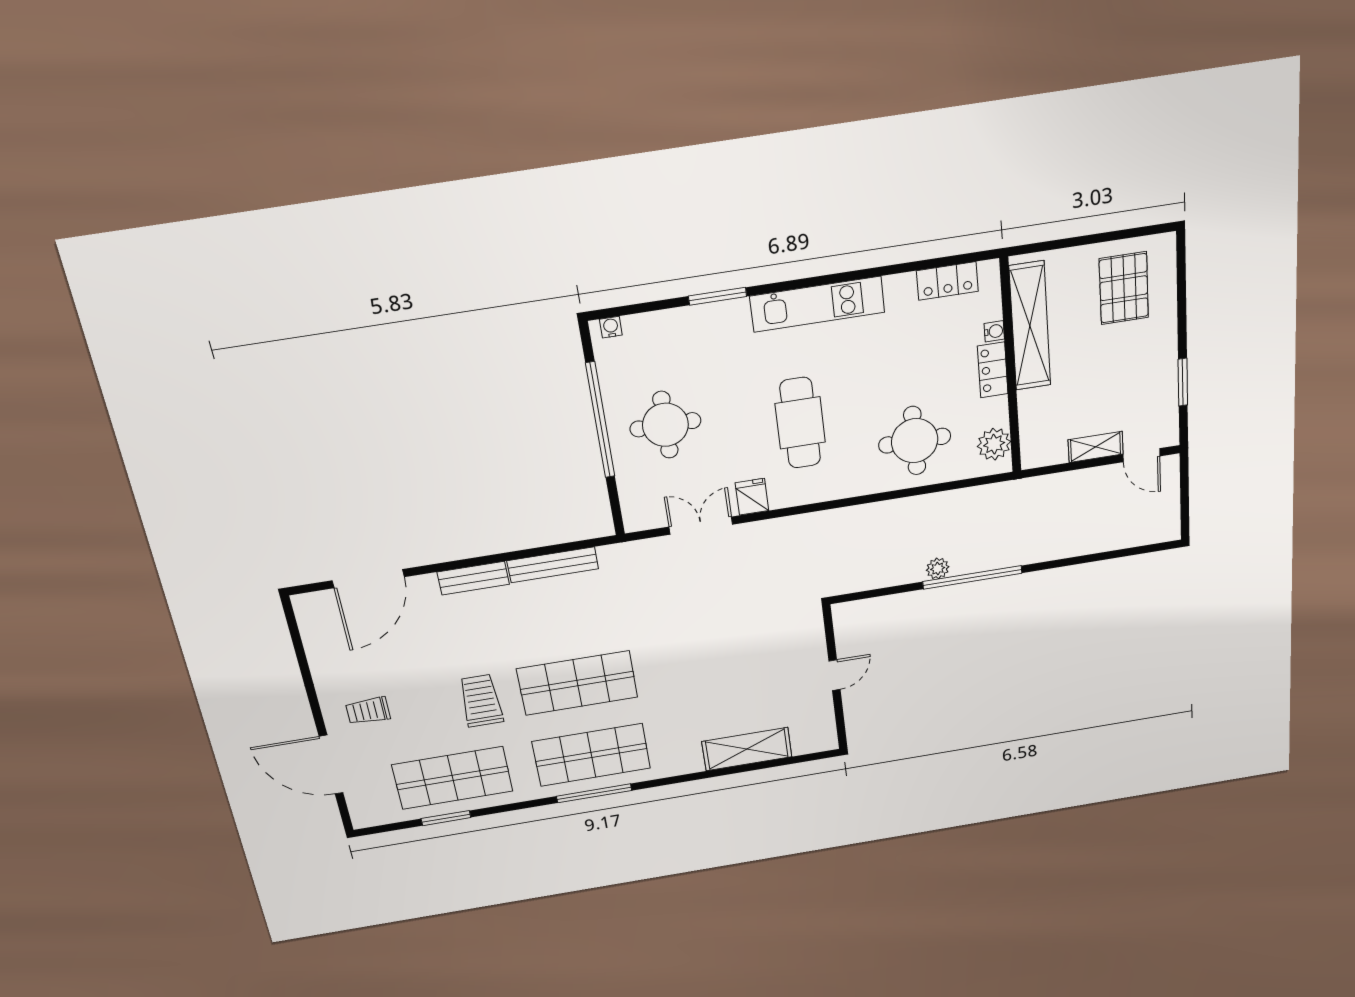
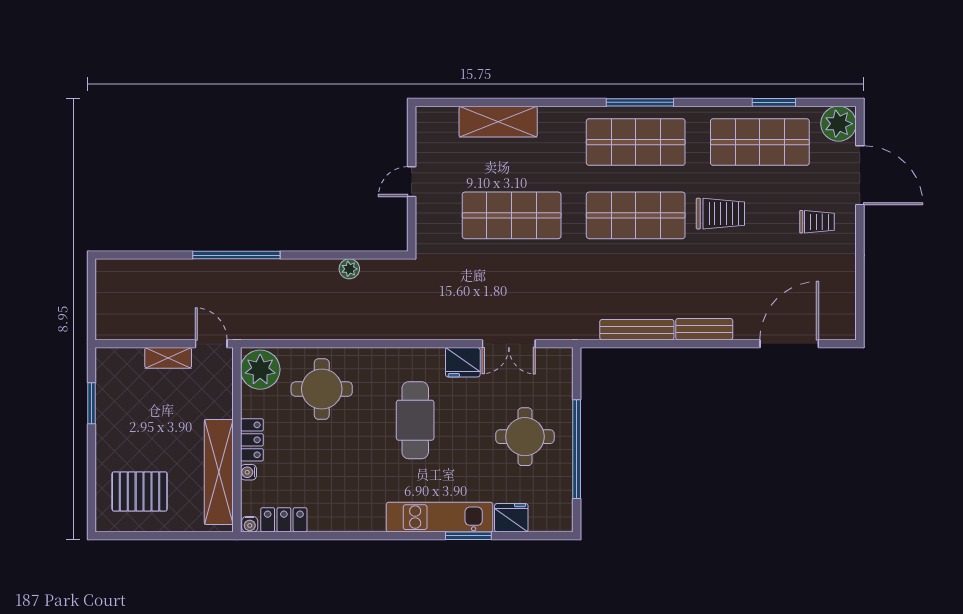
pallet: (1124, 288) -> (140, 491), turned 90
kitchen unit: (817, 304) -> (440, 517), moved
fridge: (667, 326) -> (511, 518), added
water cooler: (611, 327) -> (250, 524), moved
plant: (994, 444) -> (260, 370), width x1.36, depth x1.36
door: (1141, 455) -> (211, 344), moved
fridge: (752, 497) -> (463, 362), width x1.38
plant: (938, 569) -> (349, 269), moved
window: (972, 577) -> (236, 255), moved
shop shelf: (718, 660) -> (512, 215), added
trolley: (481, 701) -> (720, 214), turned -90
plant: (369, 810) -> (838, 124), added

